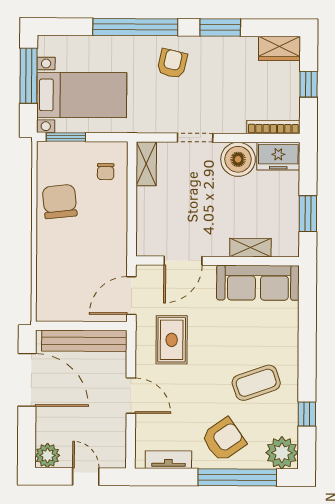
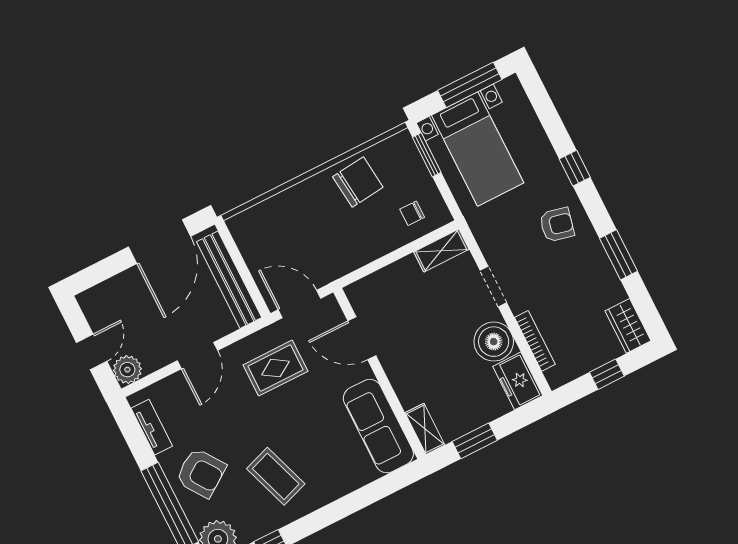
window: (135, 27) -> (575, 168), width x0.32
bookcase: (273, 127) -> (535, 341), moved
shelving: (250, 247) -> (425, 429), moved
plant: (47, 455) -> (127, 370), moved

